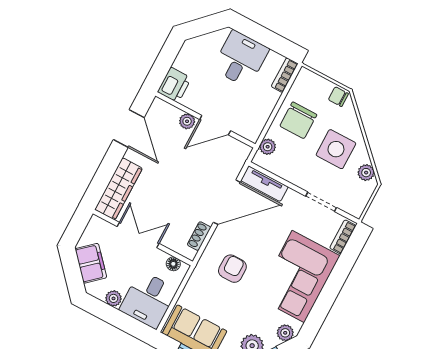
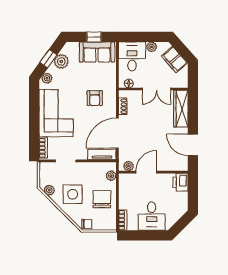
plant: (187, 121) -> (129, 166), moved

